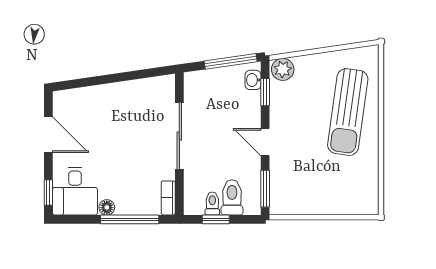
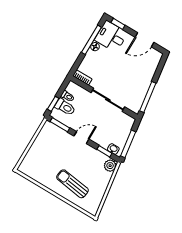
window: (137, 75) -> (148, 97), added
sun lounger: (348, 112) -> (72, 184), width x0.73, depth x0.75
window: (130, 219) -> (91, 40), moved
window: (216, 219) -> (53, 104), moved

